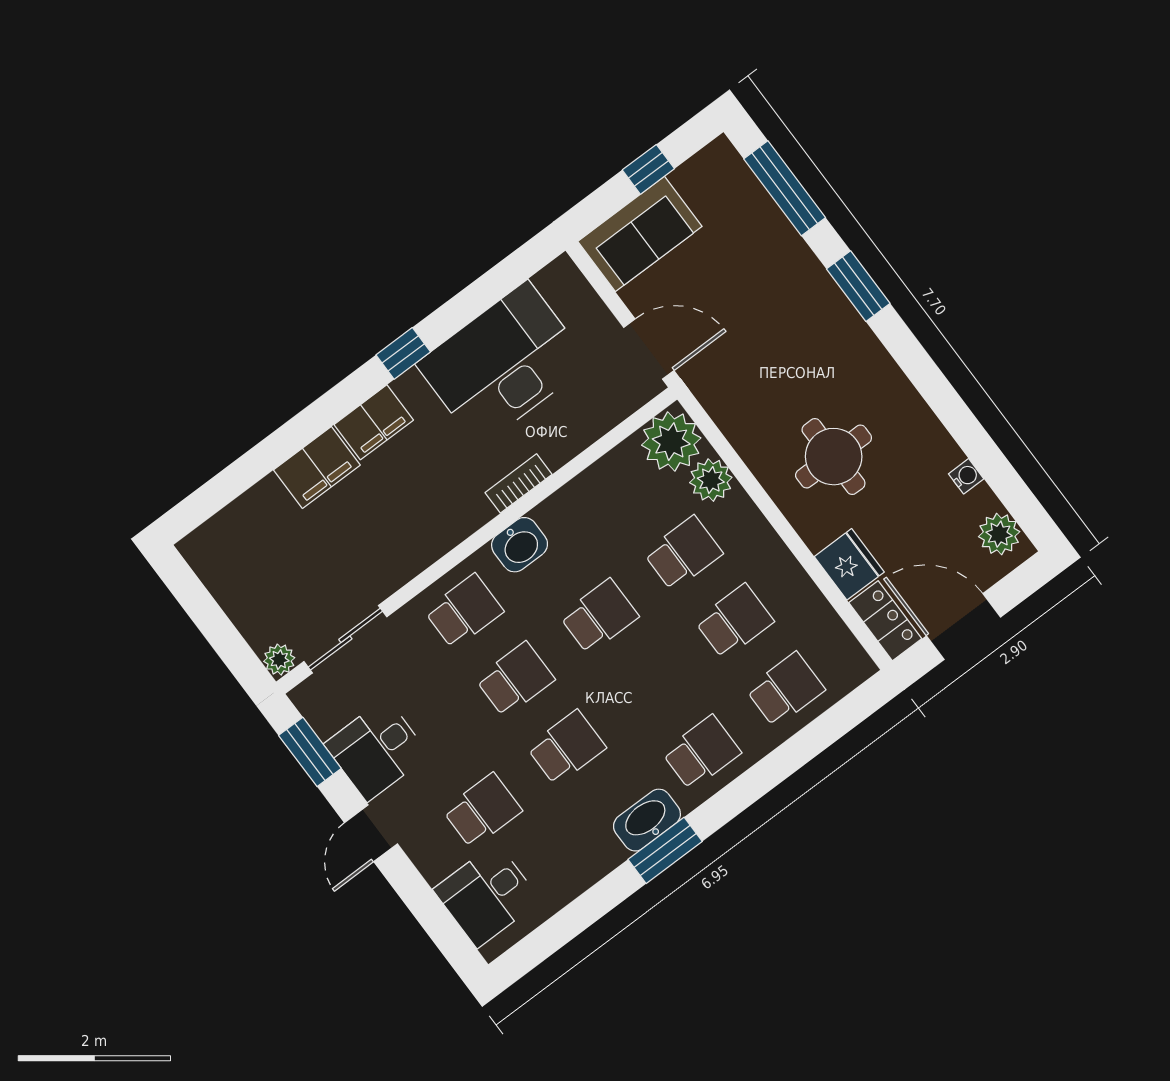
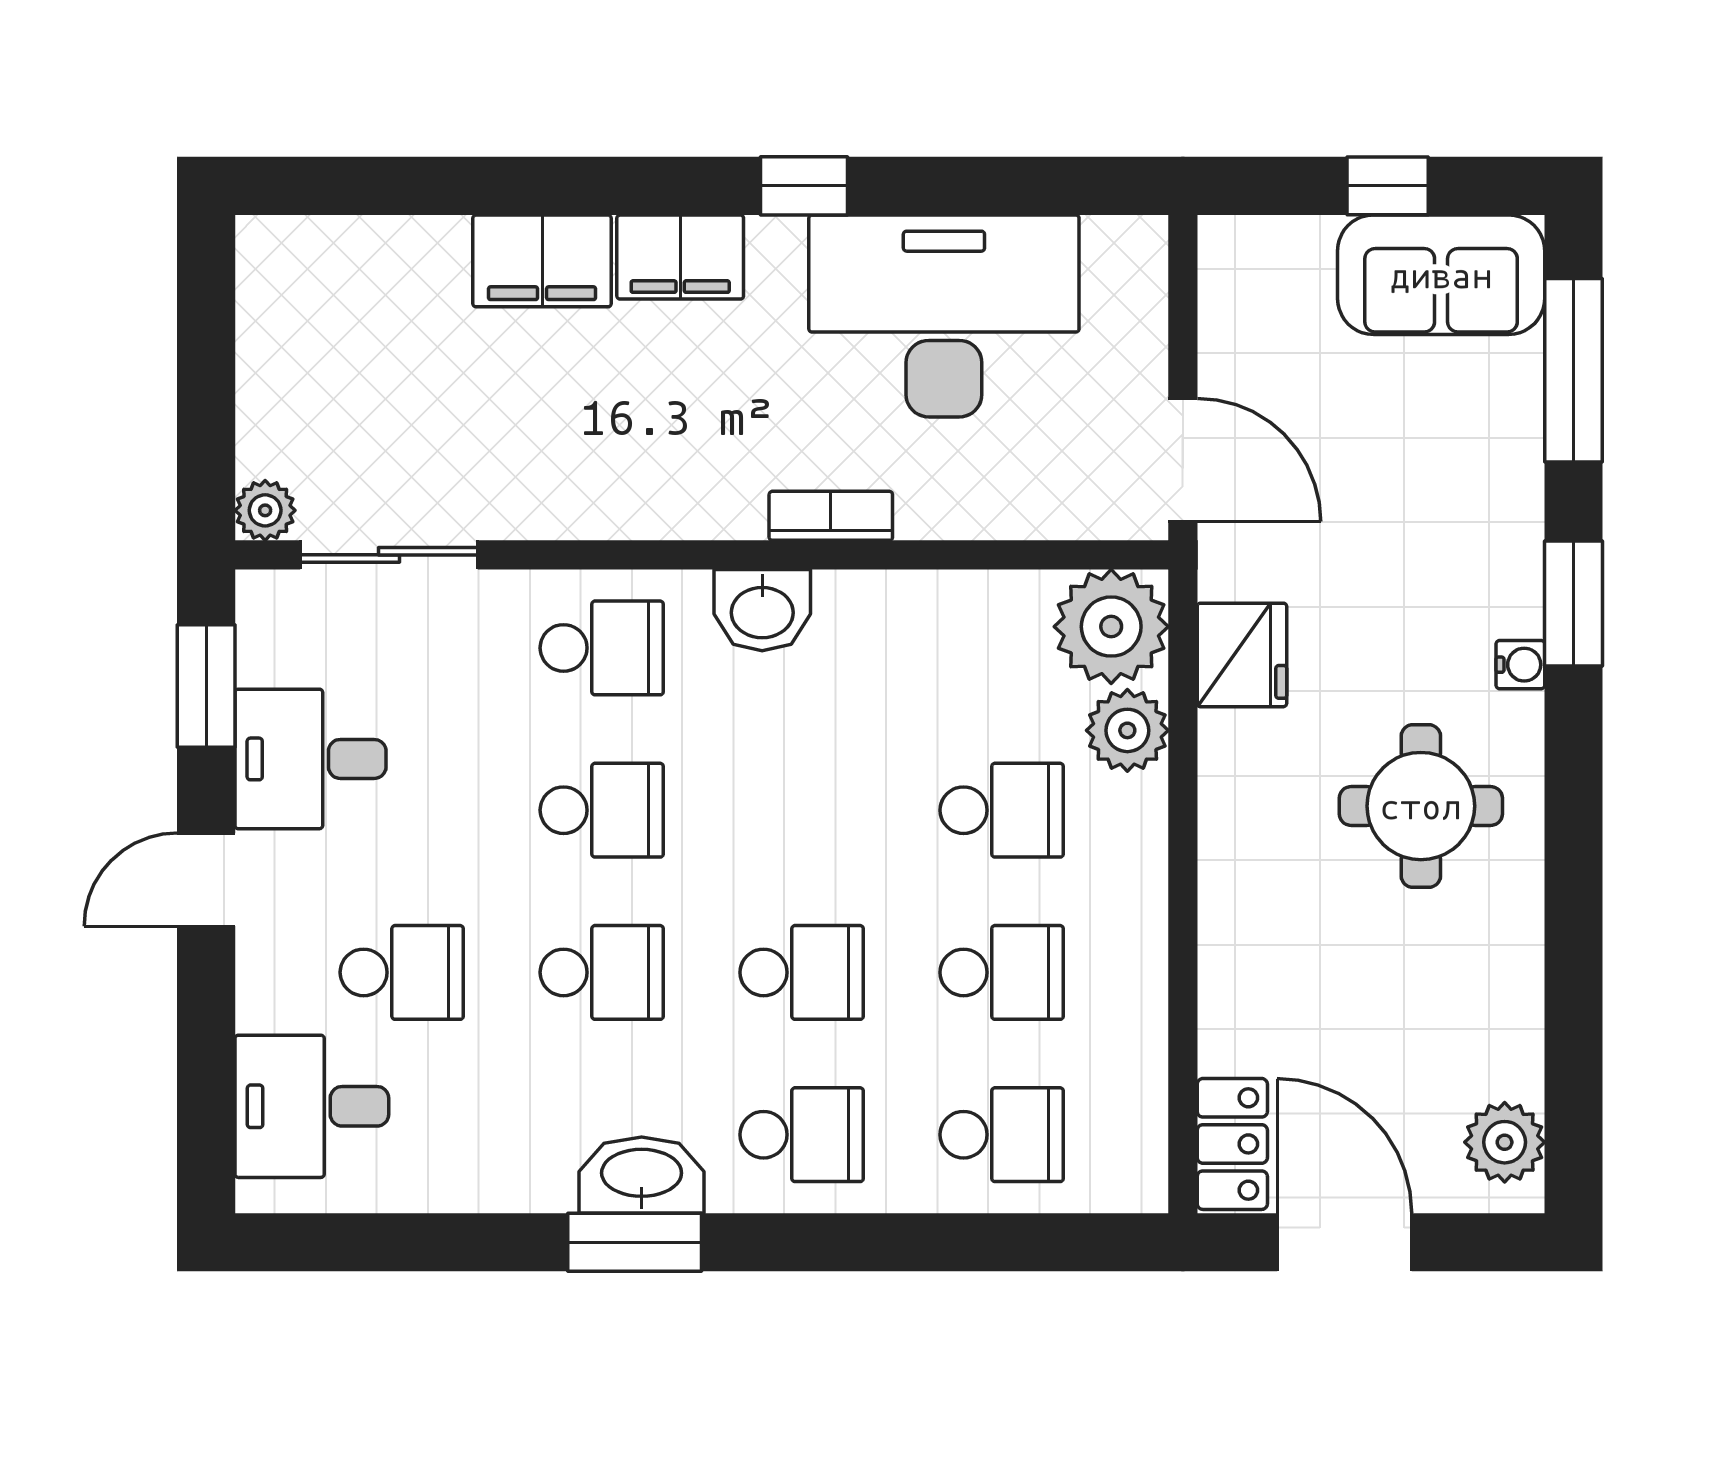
sofa: (640, 234) -> (1441, 275), moved
round table: (834, 457) -> (1421, 806), moved
water cooler: (966, 476) -> (1520, 665), moved
fridge: (849, 564) -> (1242, 655), moved
school desk: (599, 616) -> (802, 972), moved

